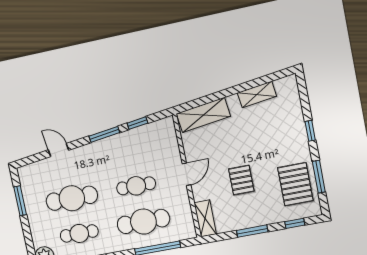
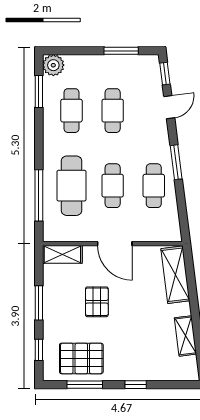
window: (137, 123) -> (165, 74), moved
cafe table: (129, 150) -> (154, 186), added
door: (186, 174) -> (115, 244), width x1.37
pallet: (241, 180) -> (97, 302), turned 90
cafe table: (72, 198) -> (113, 111), width x0.73, depth x0.74

